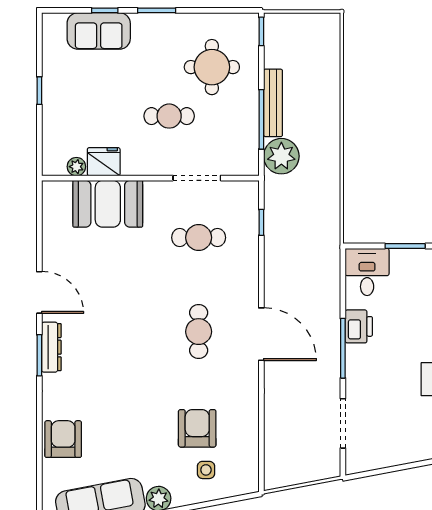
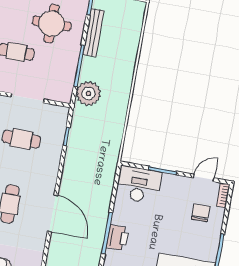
bench: (273, 103) -> (93, 33), moved
desk: (367, 272) -> (139, 185), width x1.37
printer: (359, 326) -> (117, 238), moved

